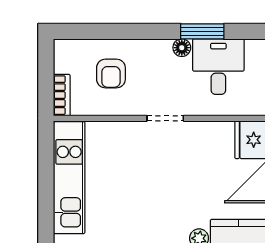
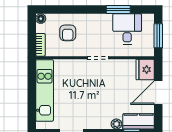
floor lamp: (182, 48) -> (41, 19), moved

